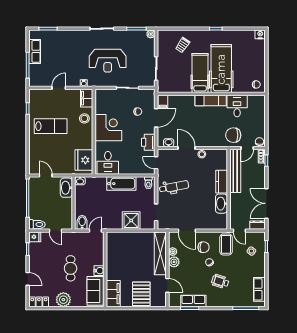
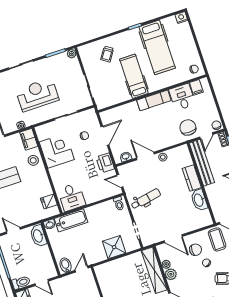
reception desk: (108, 61) -> (37, 95), turned 180
hospital bed: (221, 69) -> (157, 47), moved, turned 180
filing cabinet: (163, 102) -> (196, 87), moved
corner desk: (108, 128) -> (57, 151), moved
chair: (233, 135) -> (188, 127), turned 90
fridge: (84, 160) -> (49, 201), width x0.53, depth x0.75
bathtub: (121, 184) -> (71, 220), moved

